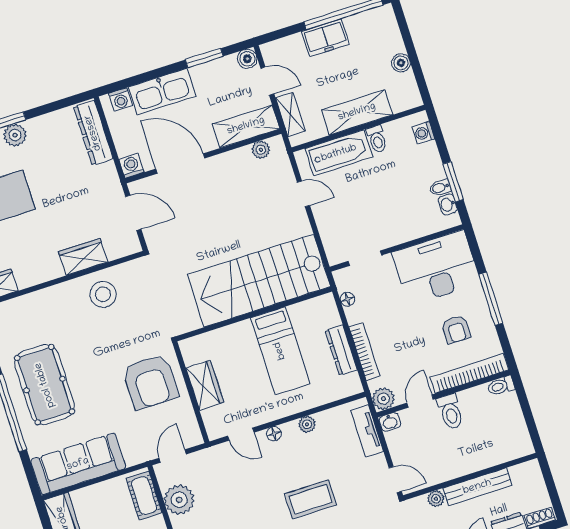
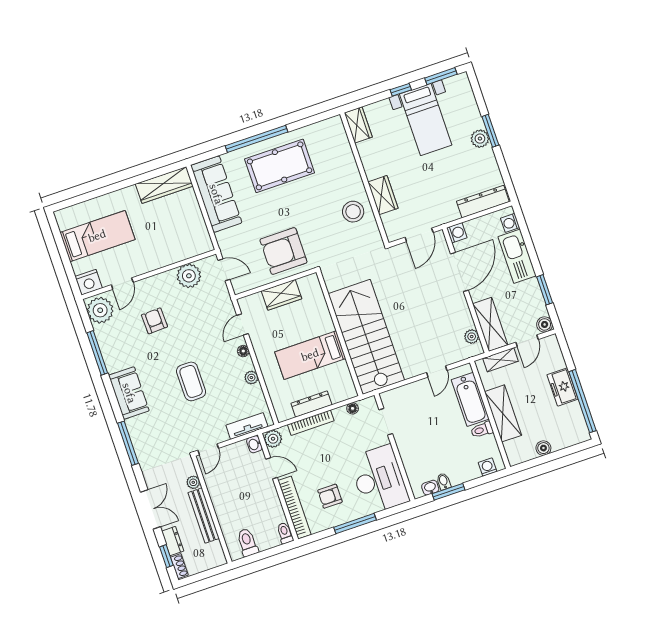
toilet: (450, 412) -> (247, 542), moved, turned 90
cot: (144, 496) -> (192, 247), removed

